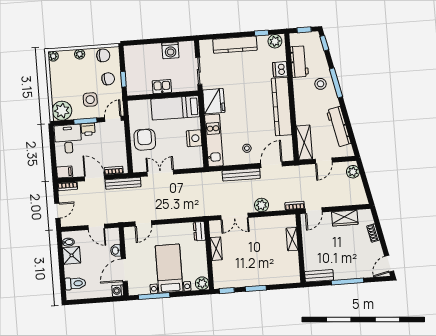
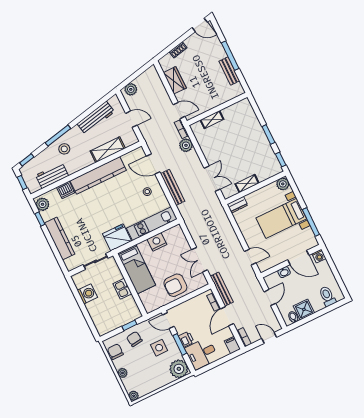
shelving: (304, 142) -> (108, 150), moved
plant: (262, 205) -> (186, 145), moved
bench: (319, 276) -> (229, 71), moved

